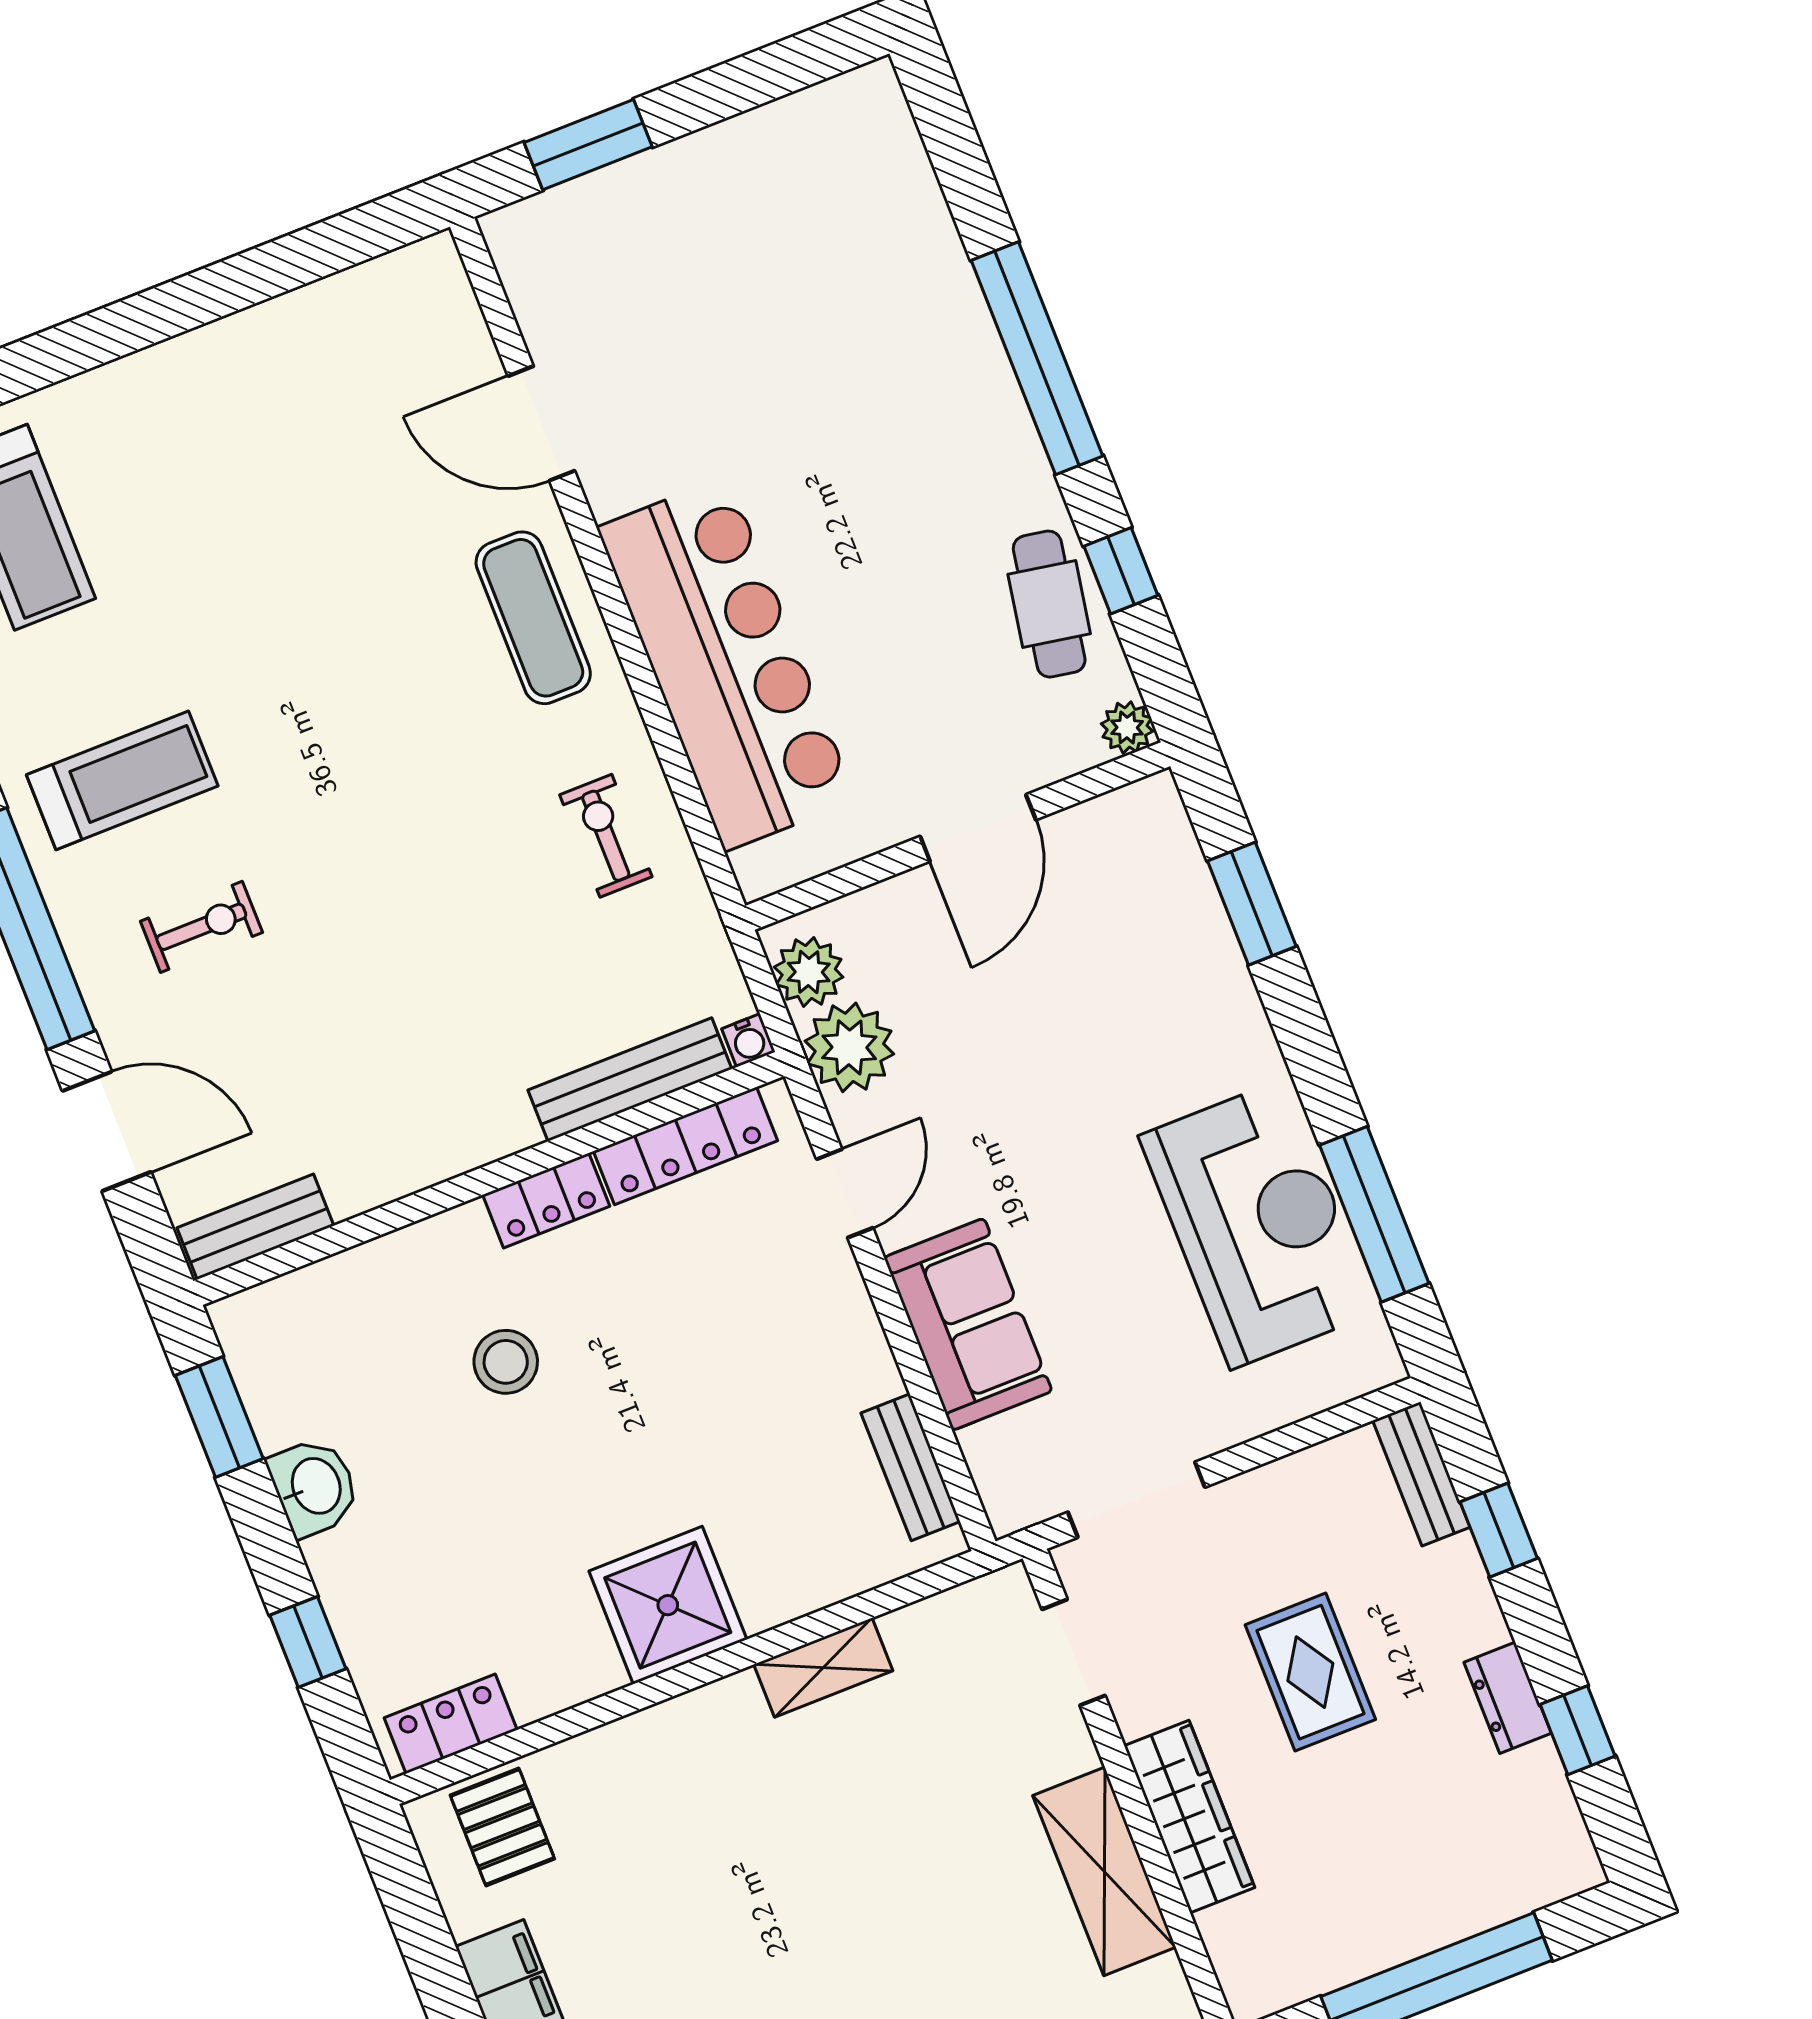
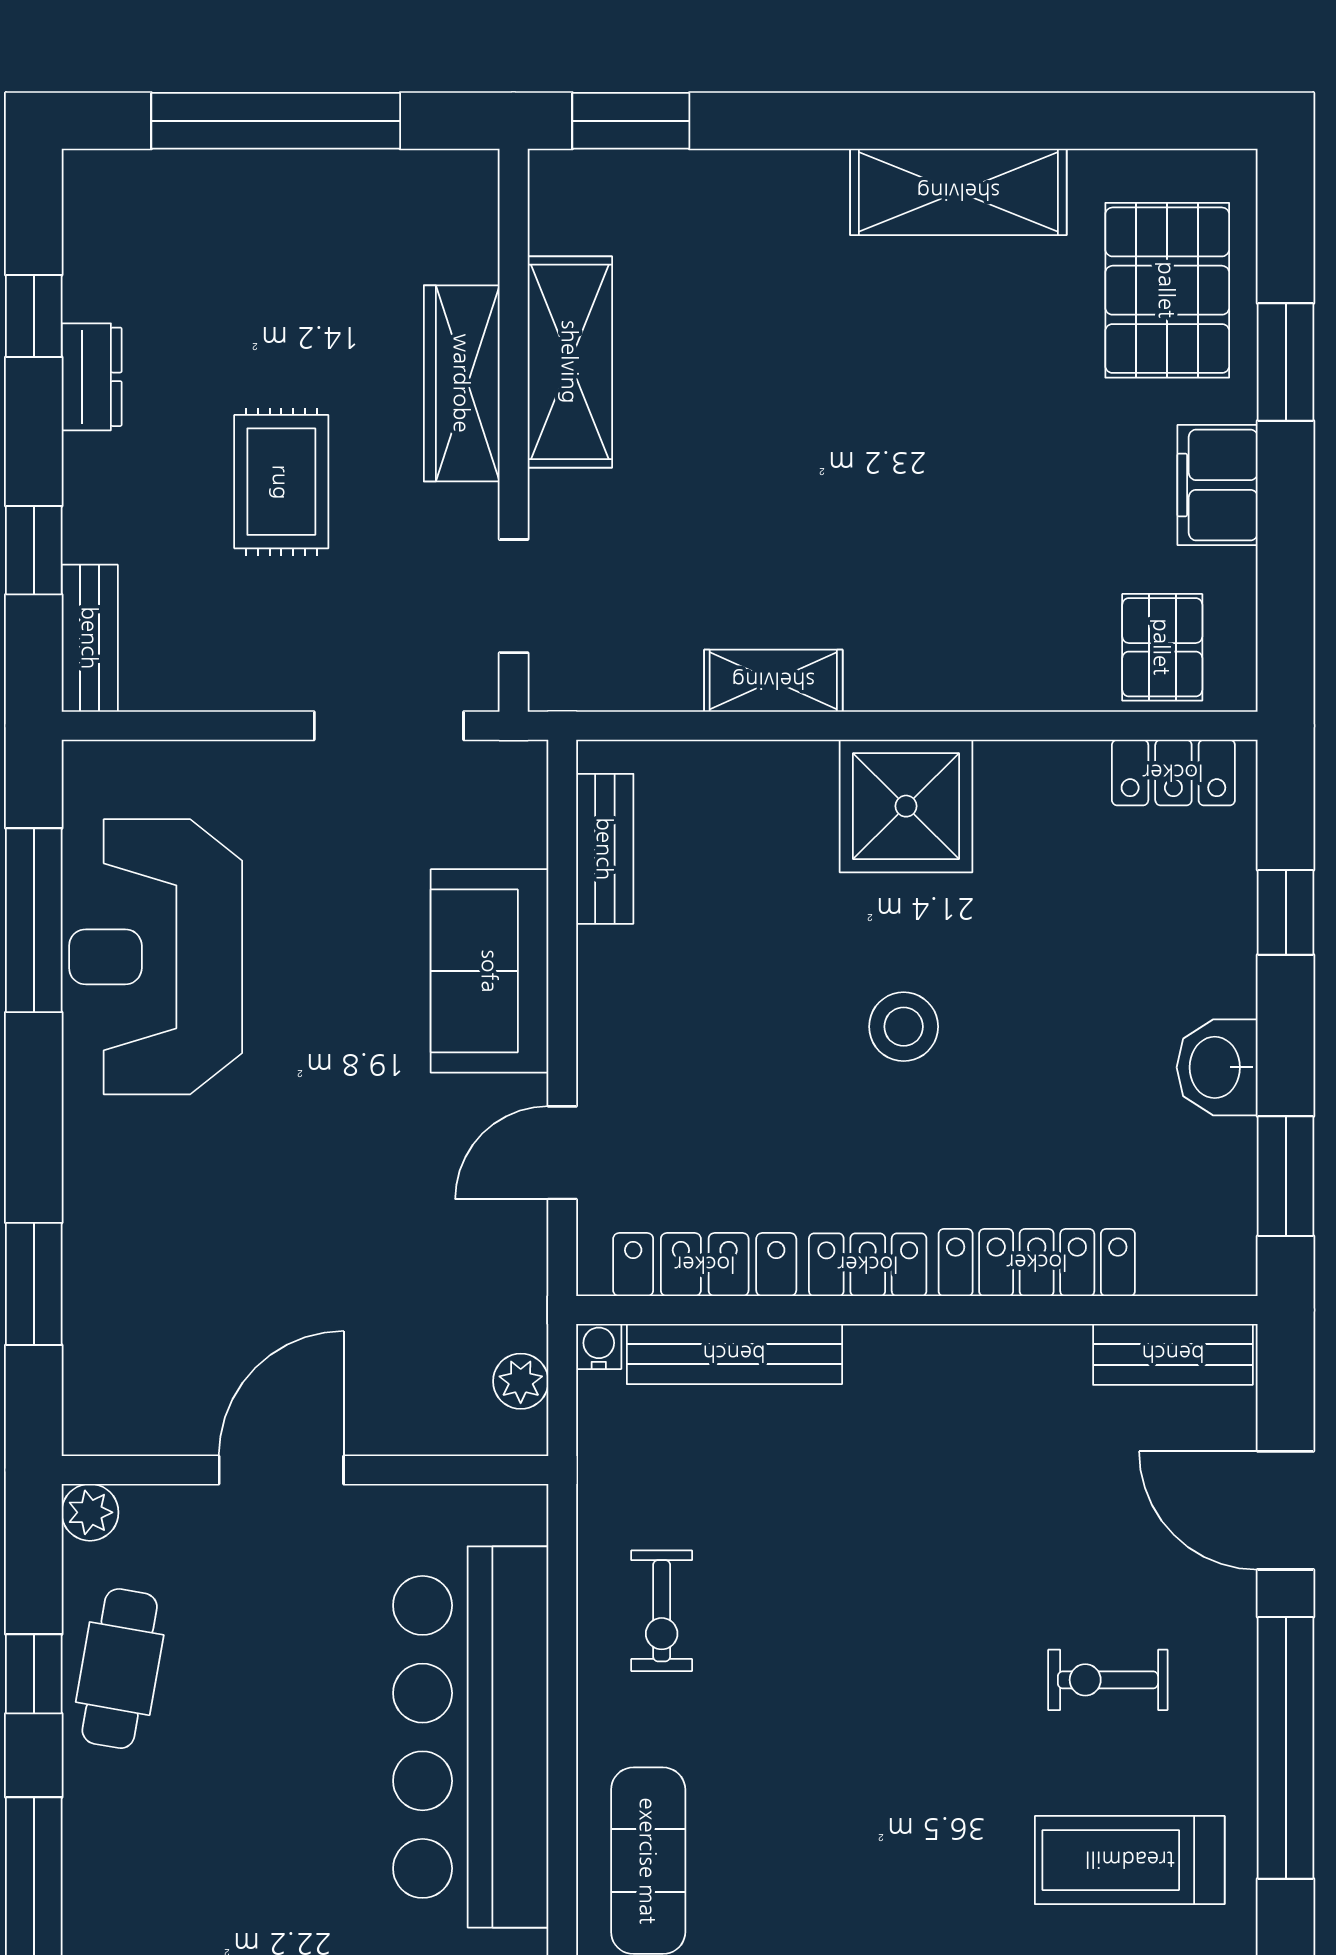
plant: (809, 972) -> (521, 1381), width x0.73, depth x0.73
plant: (849, 1047) -> (499, 1299), removed
locker: (403, 1259) -> (1037, 1263), added
stool: (506, 1362) -> (904, 1027), moved

